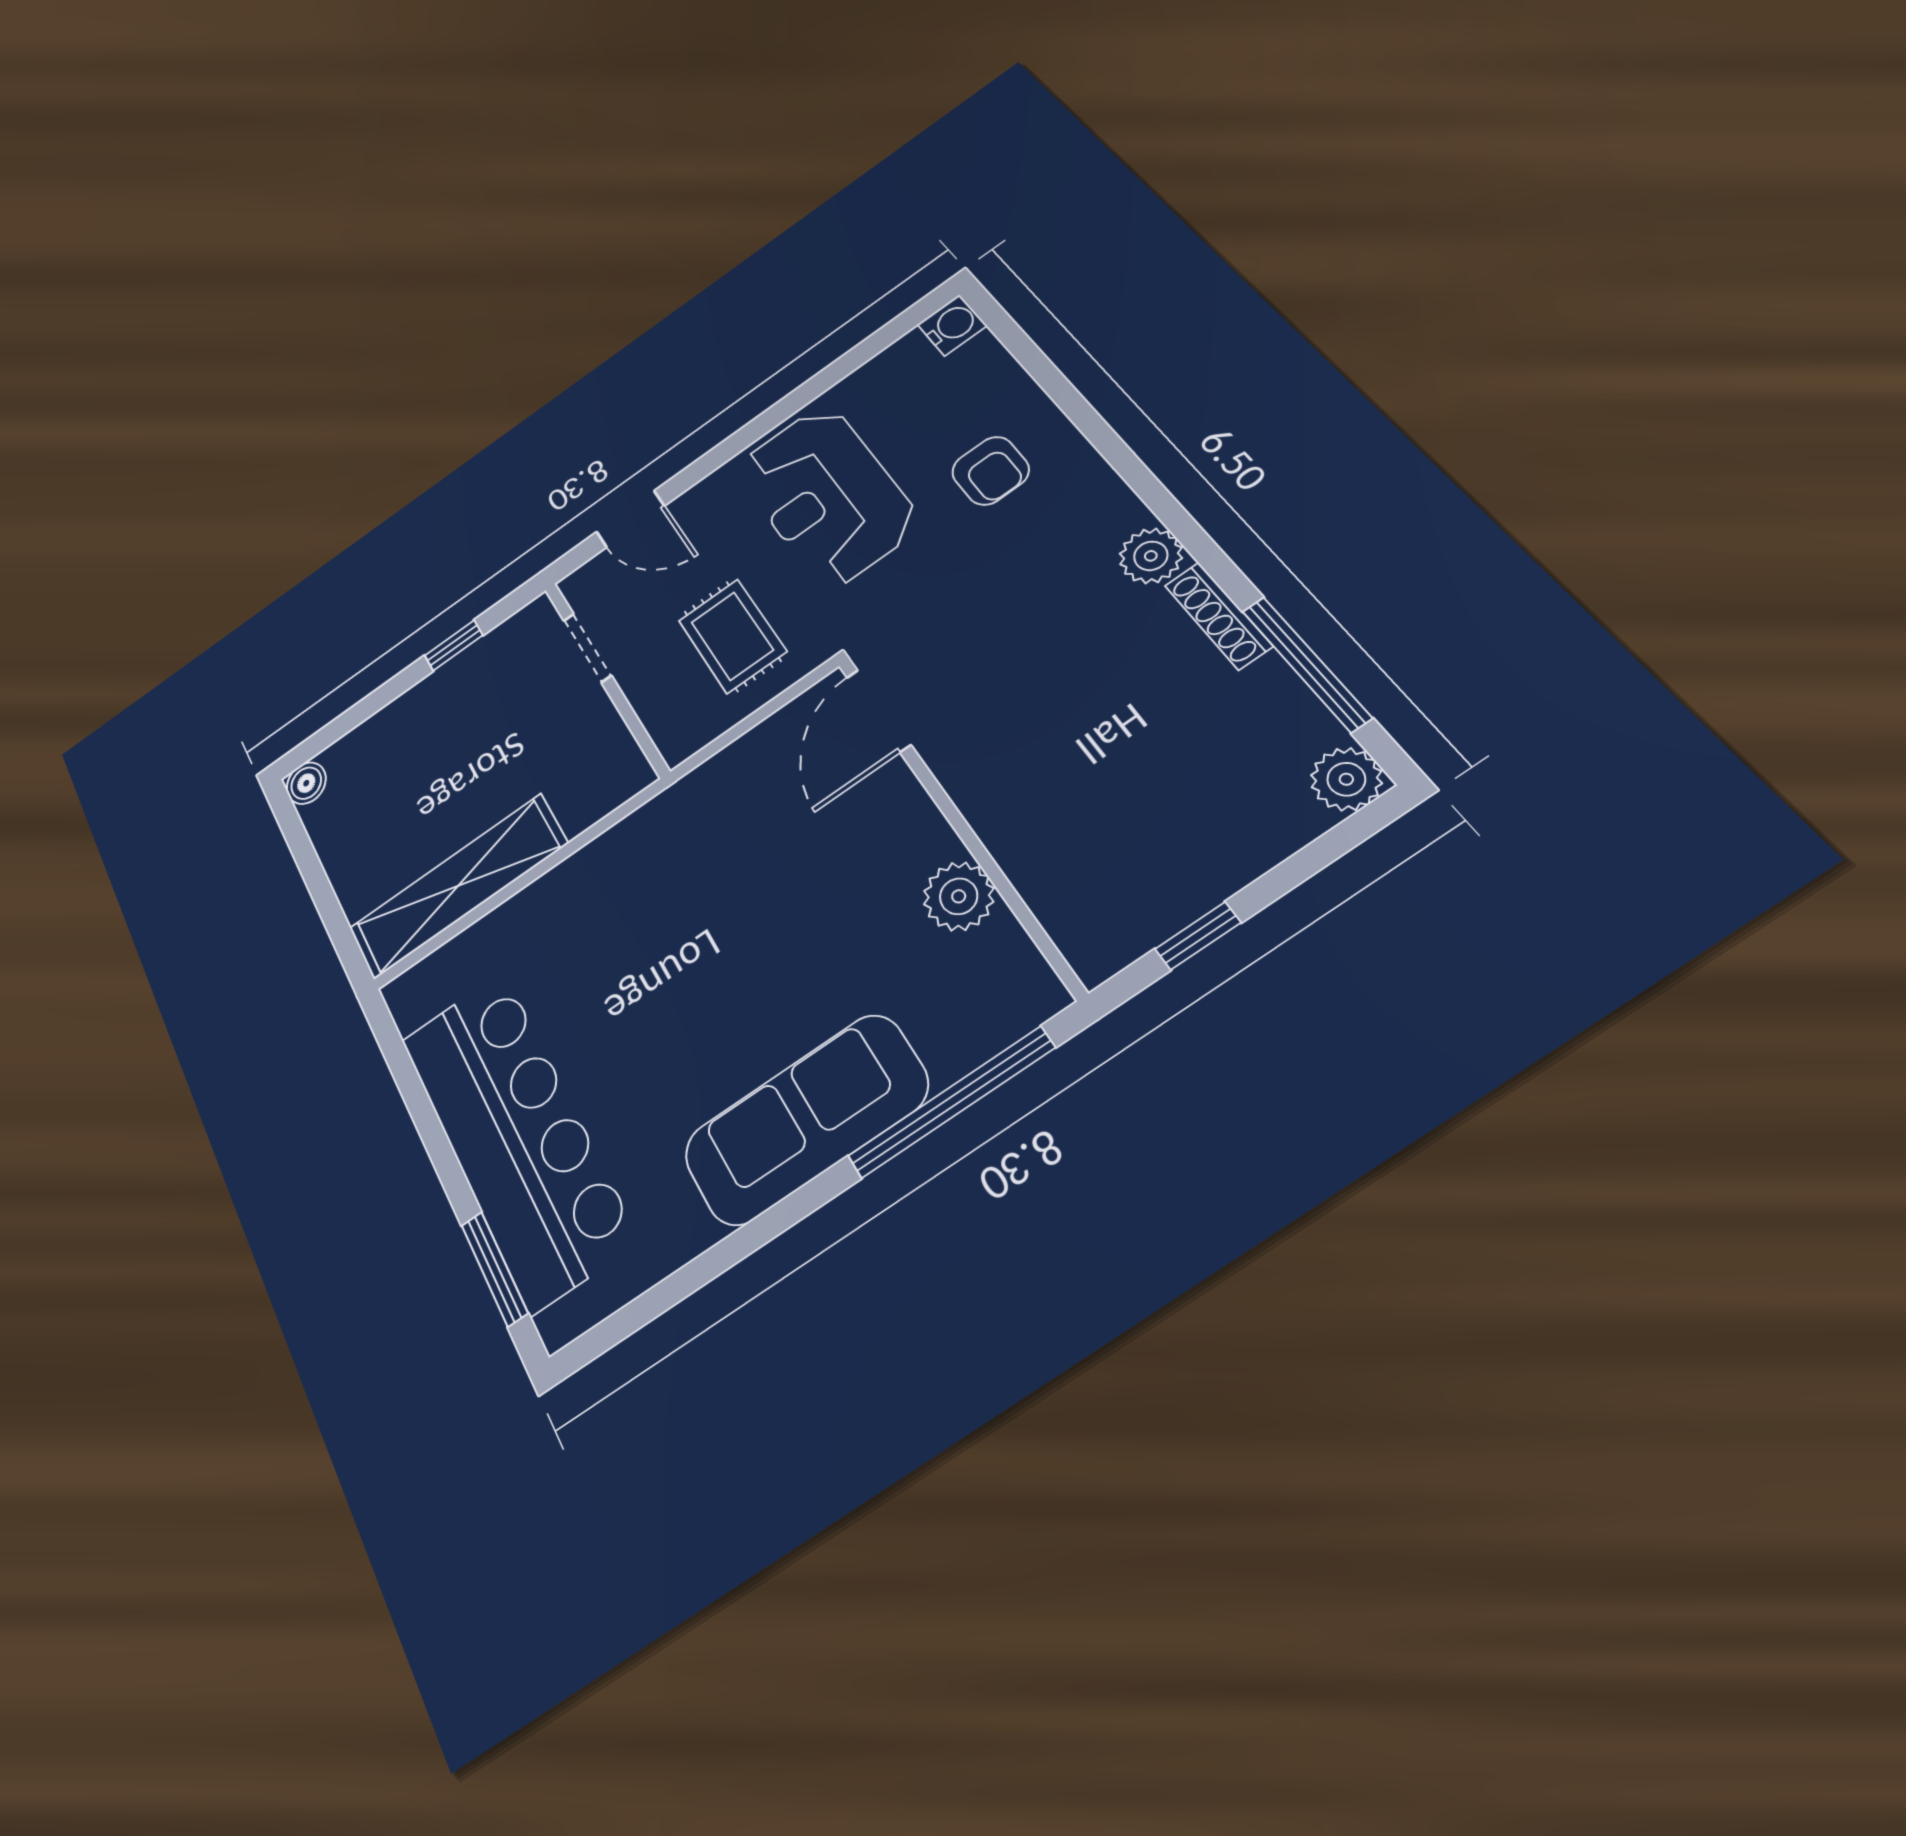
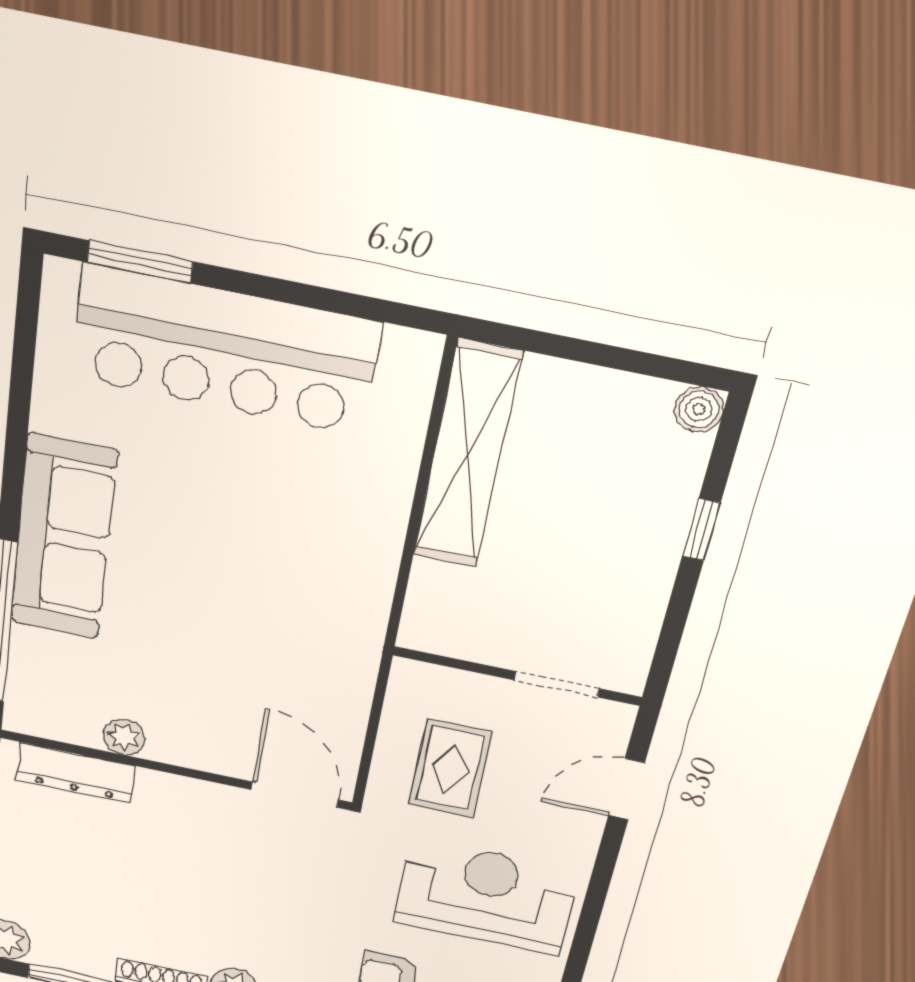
rug: (732, 636) -> (450, 769), turned 90
window: (454, 645) -> (701, 530), moved
plant: (959, 896) -> (124, 737), width x0.73, depth x0.73
dresser: (1054, 896) -> (76, 773), added

